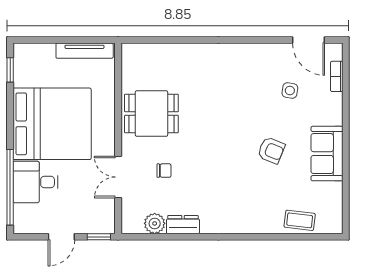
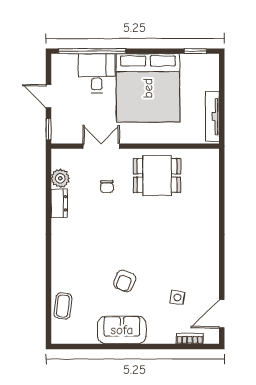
dining table: (151, 114) -> (157, 176), turned 90

